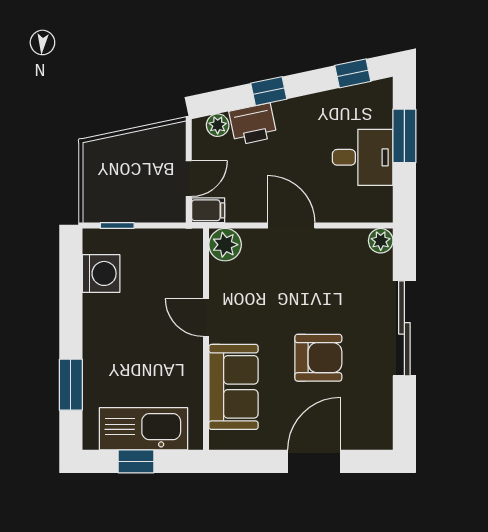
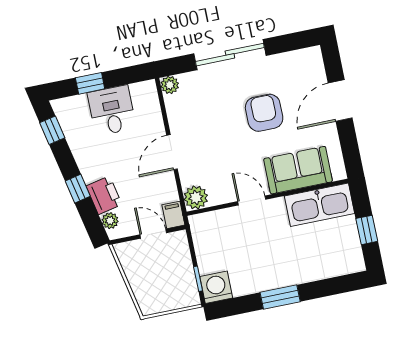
window: (404, 136) -> (90, 83), width x0.67
washing machine: (101, 273) -> (216, 287), moved
door: (206, 318) -> (252, 200), swing flipped
window: (71, 385) -> (280, 297), moved
kitchen sink: (144, 429) -> (319, 205), moved, turned -90
door: (314, 461) -> (340, 101), hinge flipped

